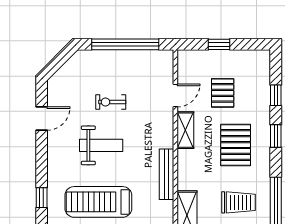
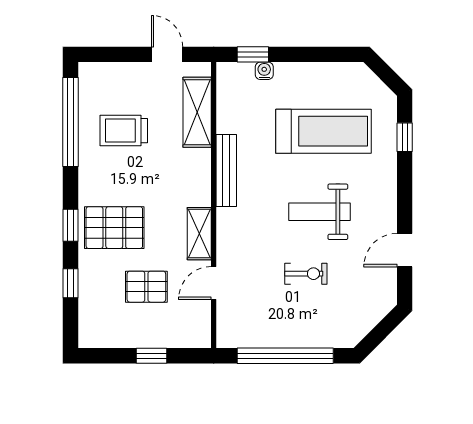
pallet: (223, 93) -> (146, 287), turned 90
pallet: (236, 145) -> (114, 228), moved, turned 90

